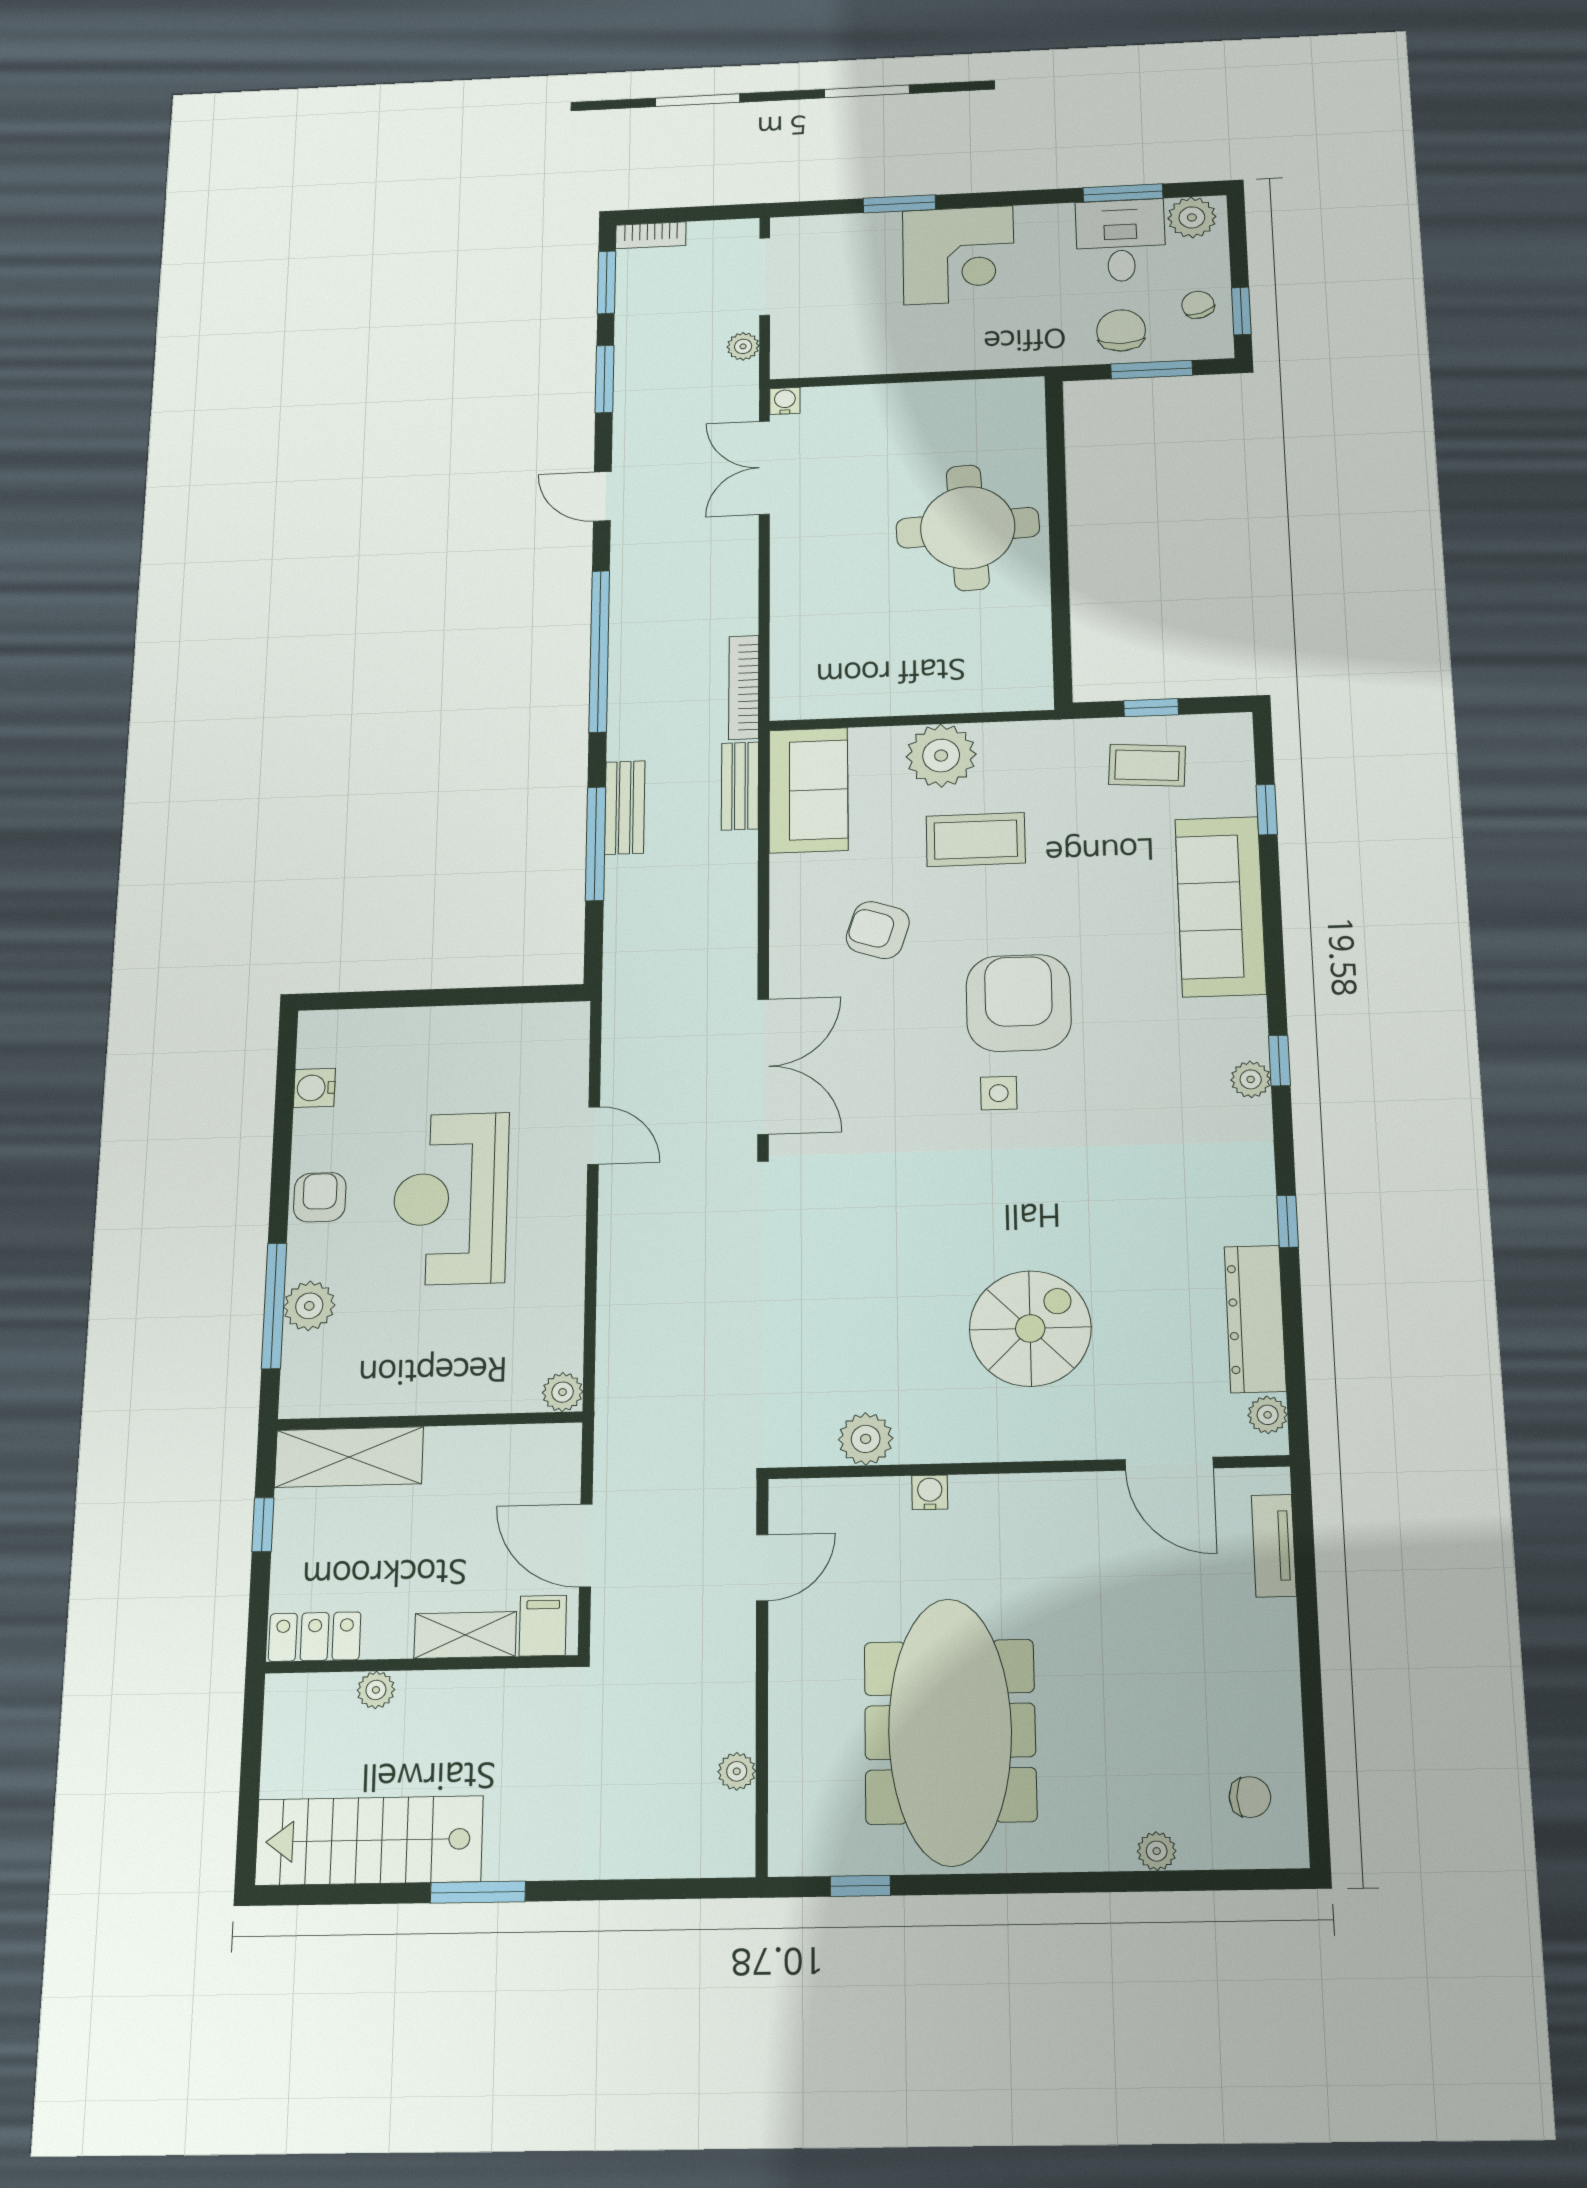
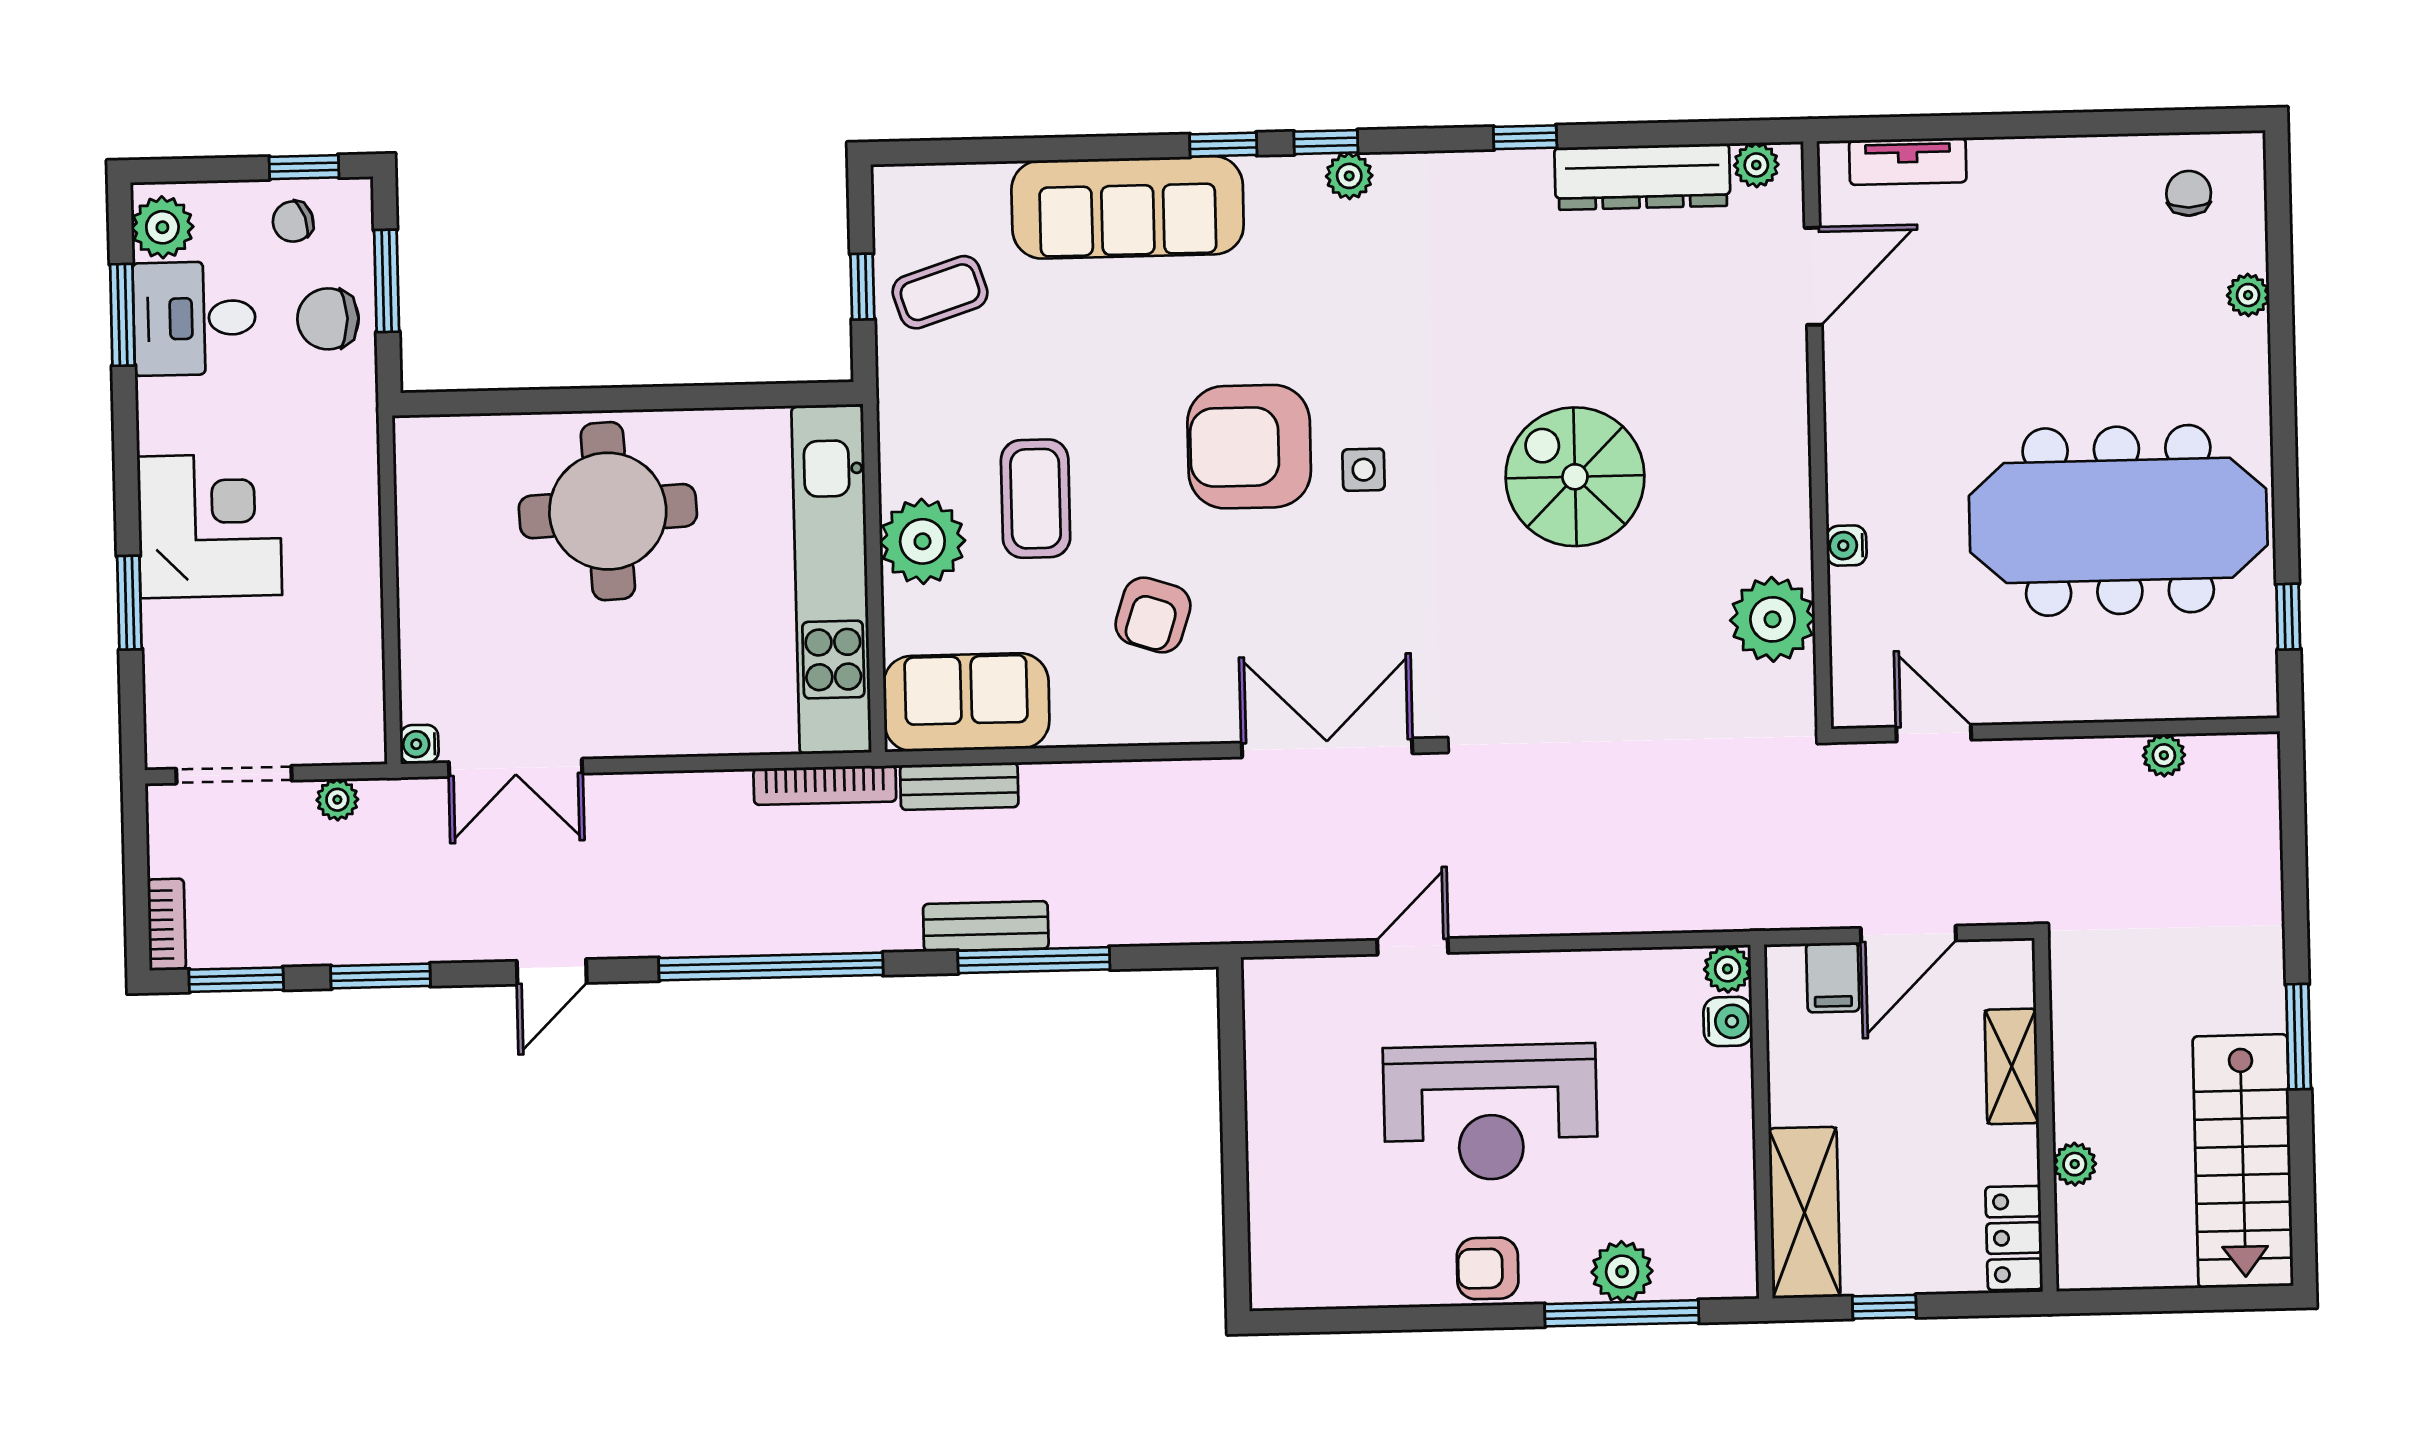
kitchen unit: (911, 689) -> (831, 580), added
coffee table: (1147, 765) -> (940, 292), turned 68
window: (1267, 810) -> (1223, 145), moved
water cooler: (314, 1088) -> (1728, 1021), moved, turned -90
spiral stairs: (1030, 1328) -> (1575, 477), moved
plant: (866, 1439) -> (1772, 619), width x1.36, depth x1.36
filing cabinet: (543, 1626) -> (1833, 977), moved, turned -90

